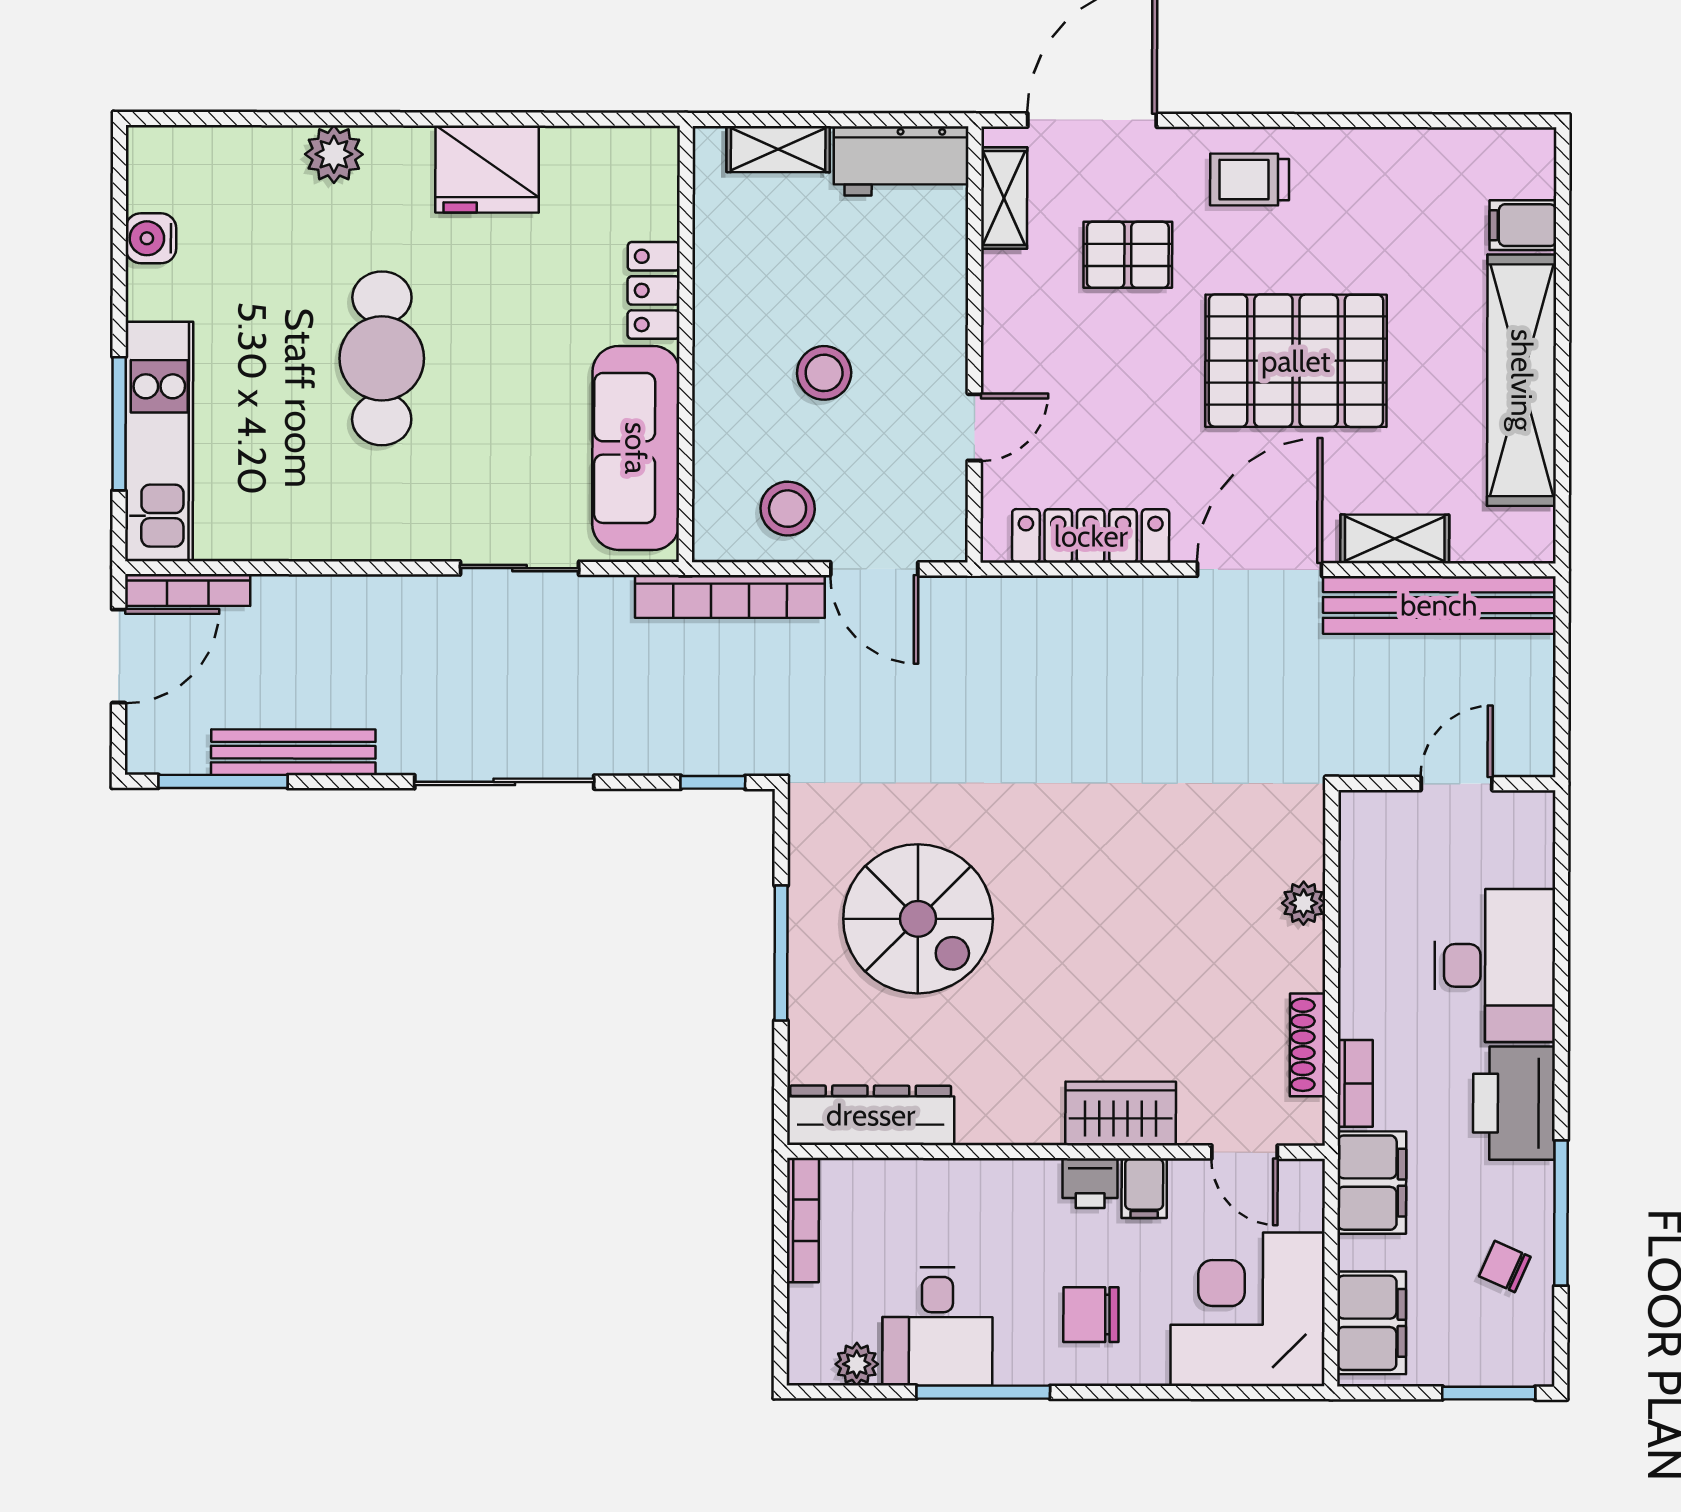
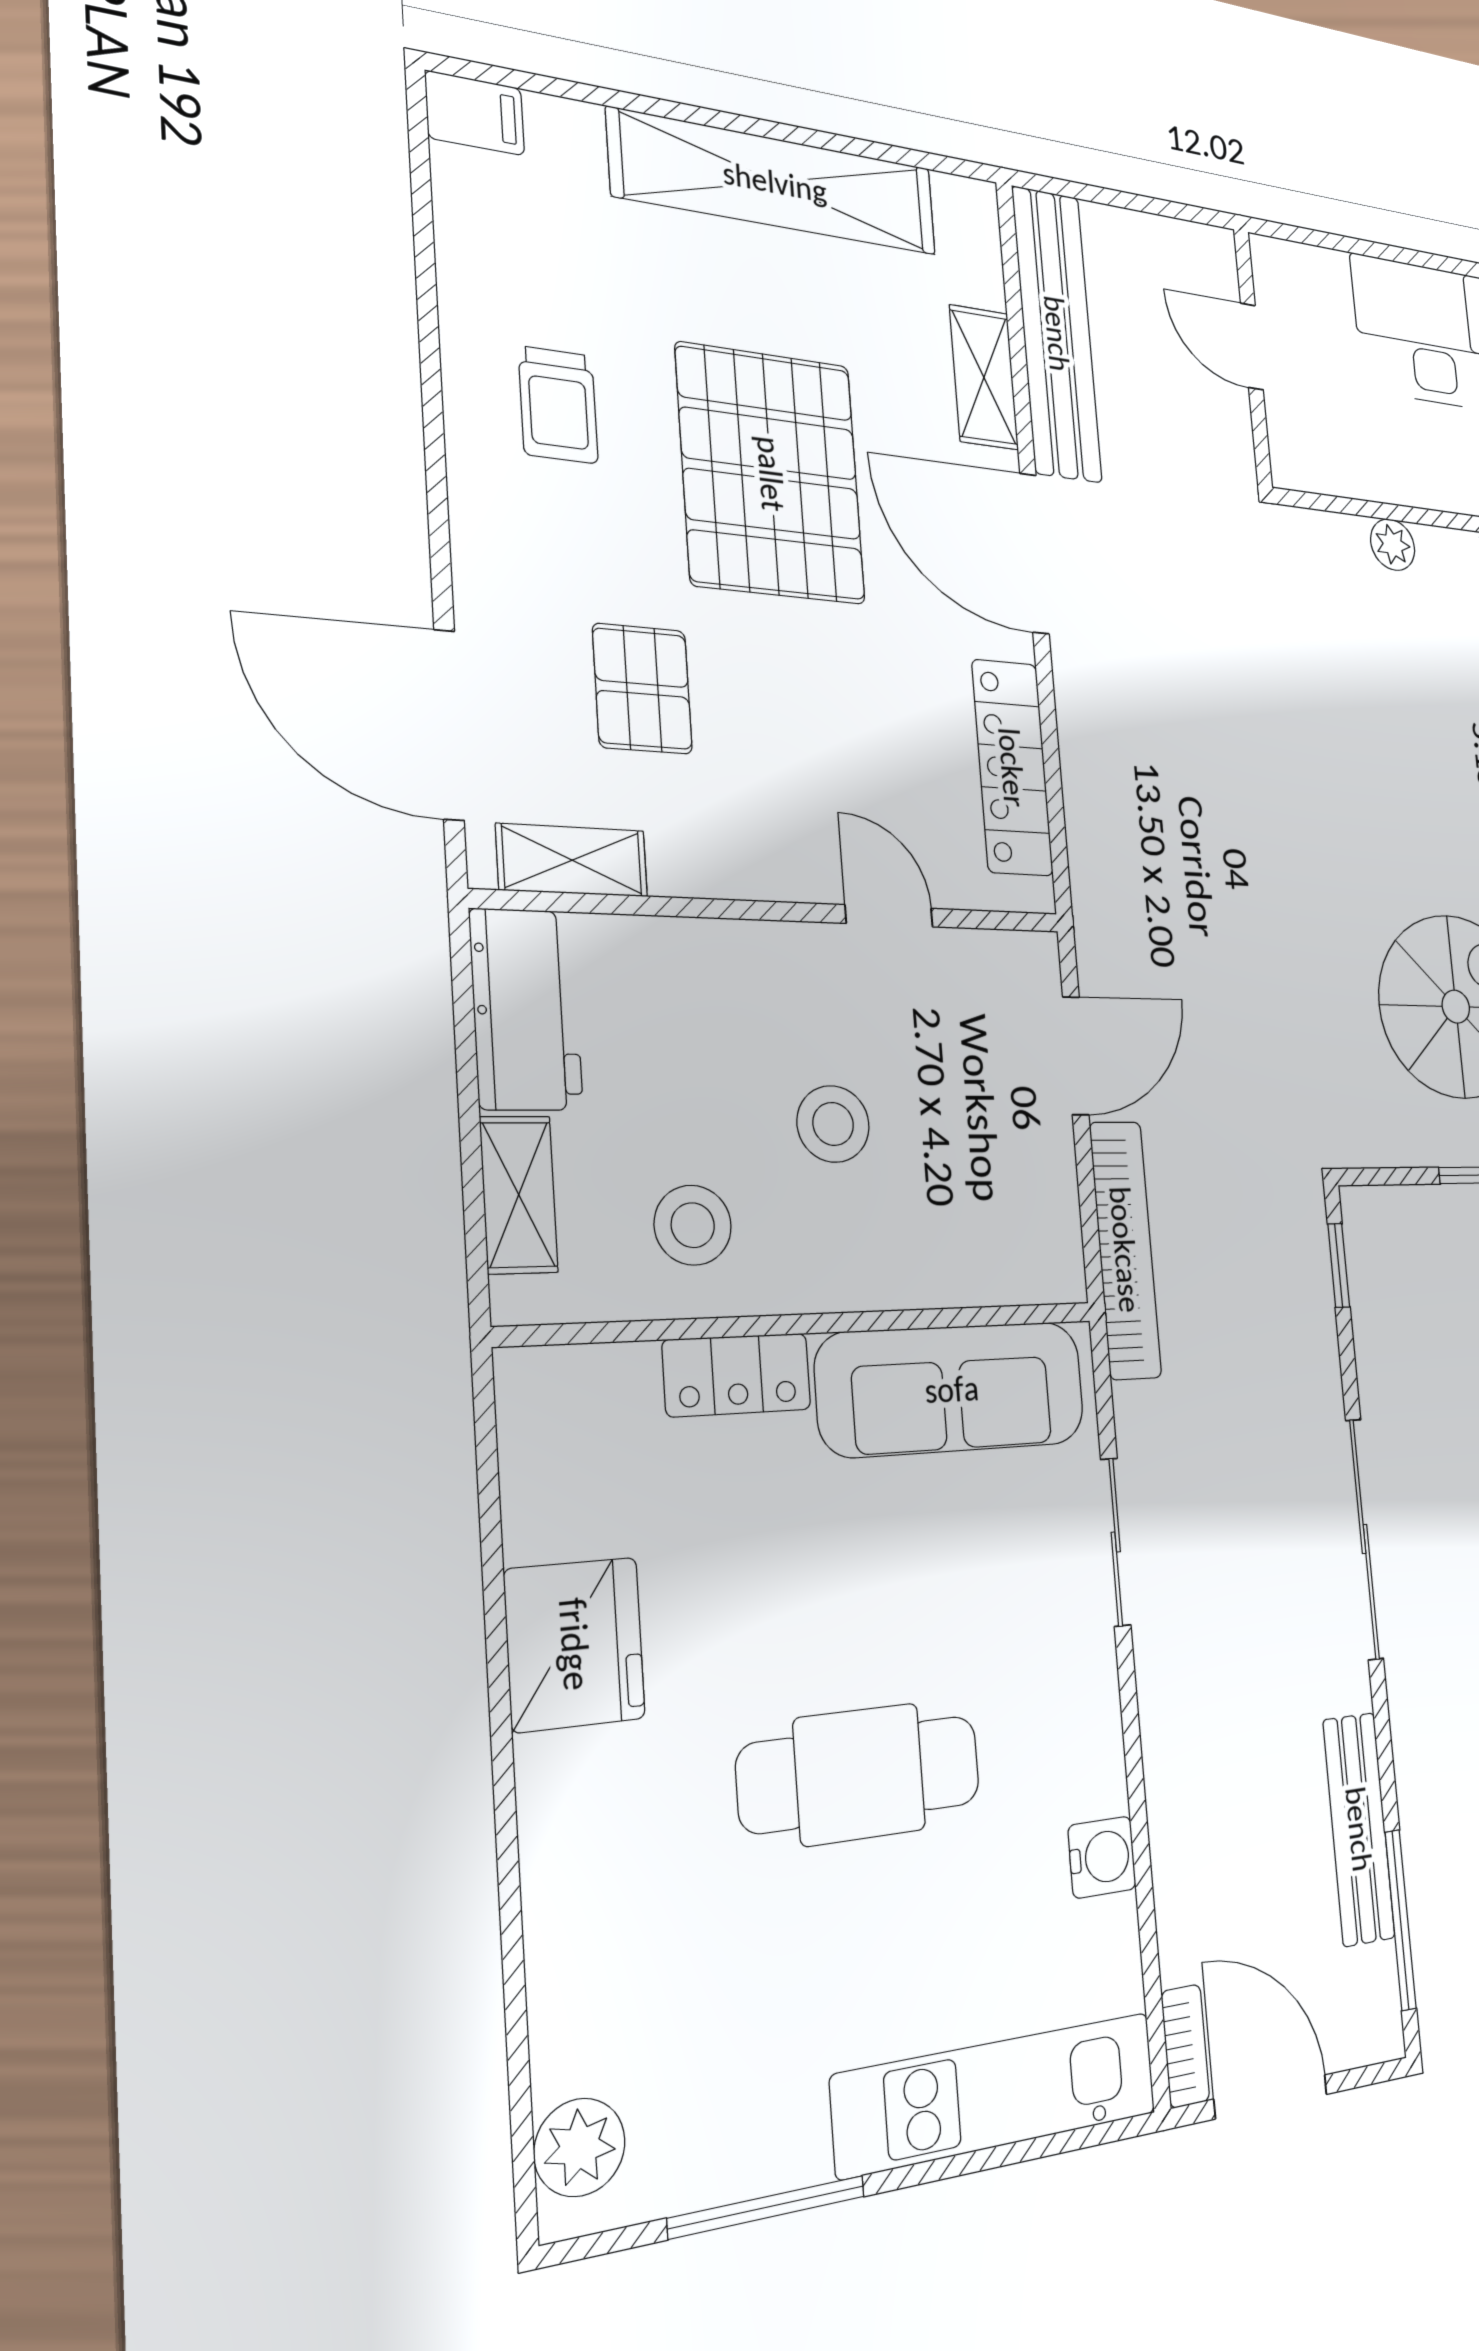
plant: (334, 154) -> (580, 2147), moved
trolley: (1250, 180) -> (558, 405), moved
filing cabinet: (1523, 225) -> (475, 113), moved, turned -90
water cooler: (151, 238) -> (1102, 1857), moved, turned -90
window: (119, 424) -> (767, 2207), moved
stool: (788, 509) -> (693, 1225), moved
bookcase: (188, 590) -> (1185, 2046), width x0.64

